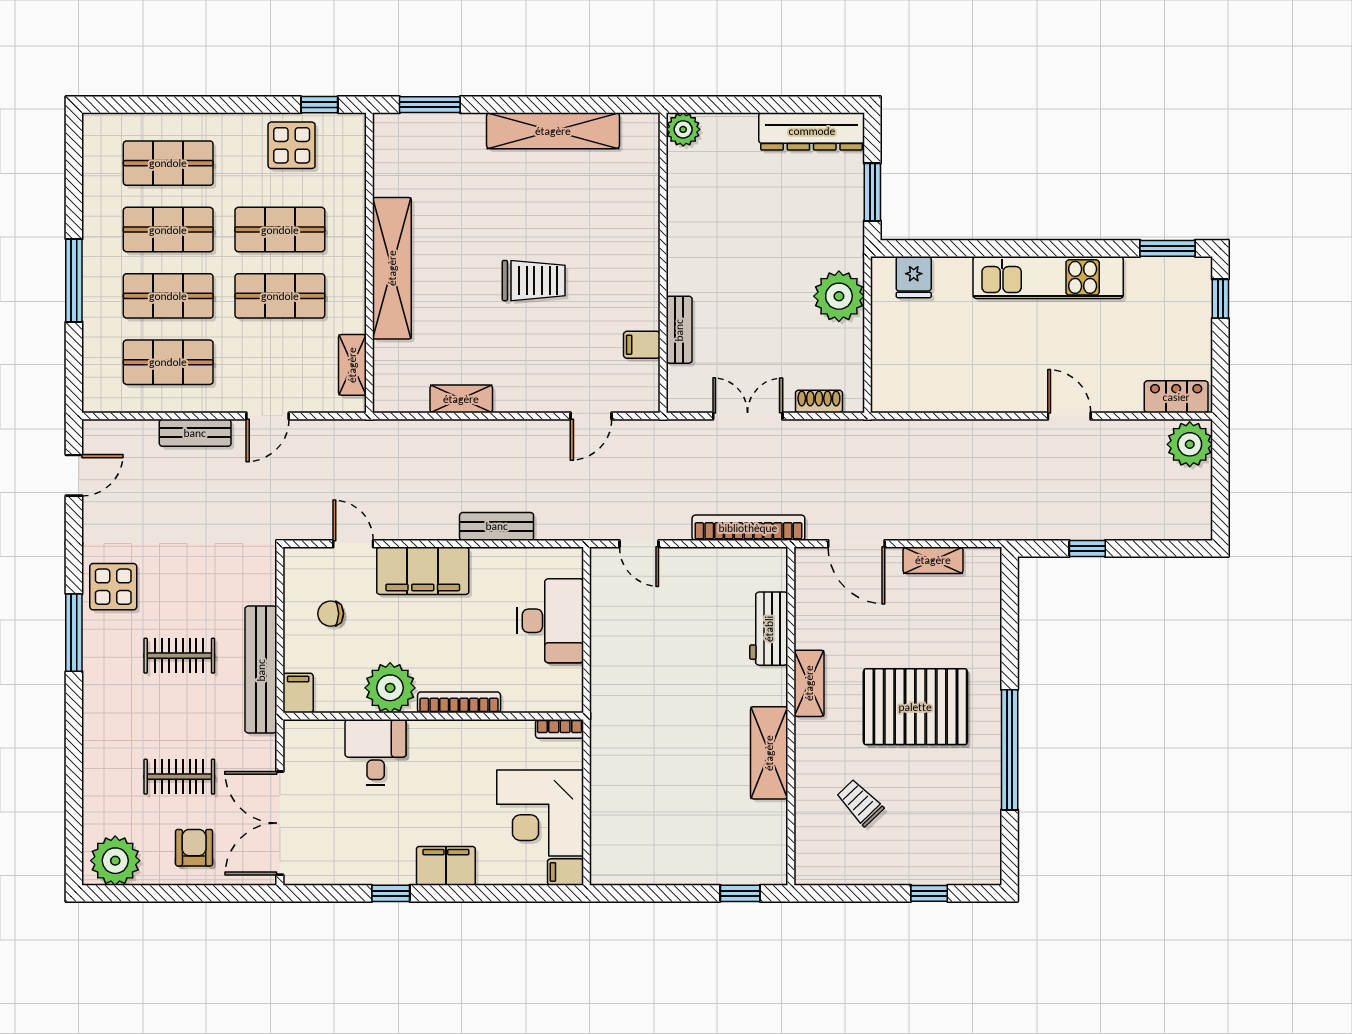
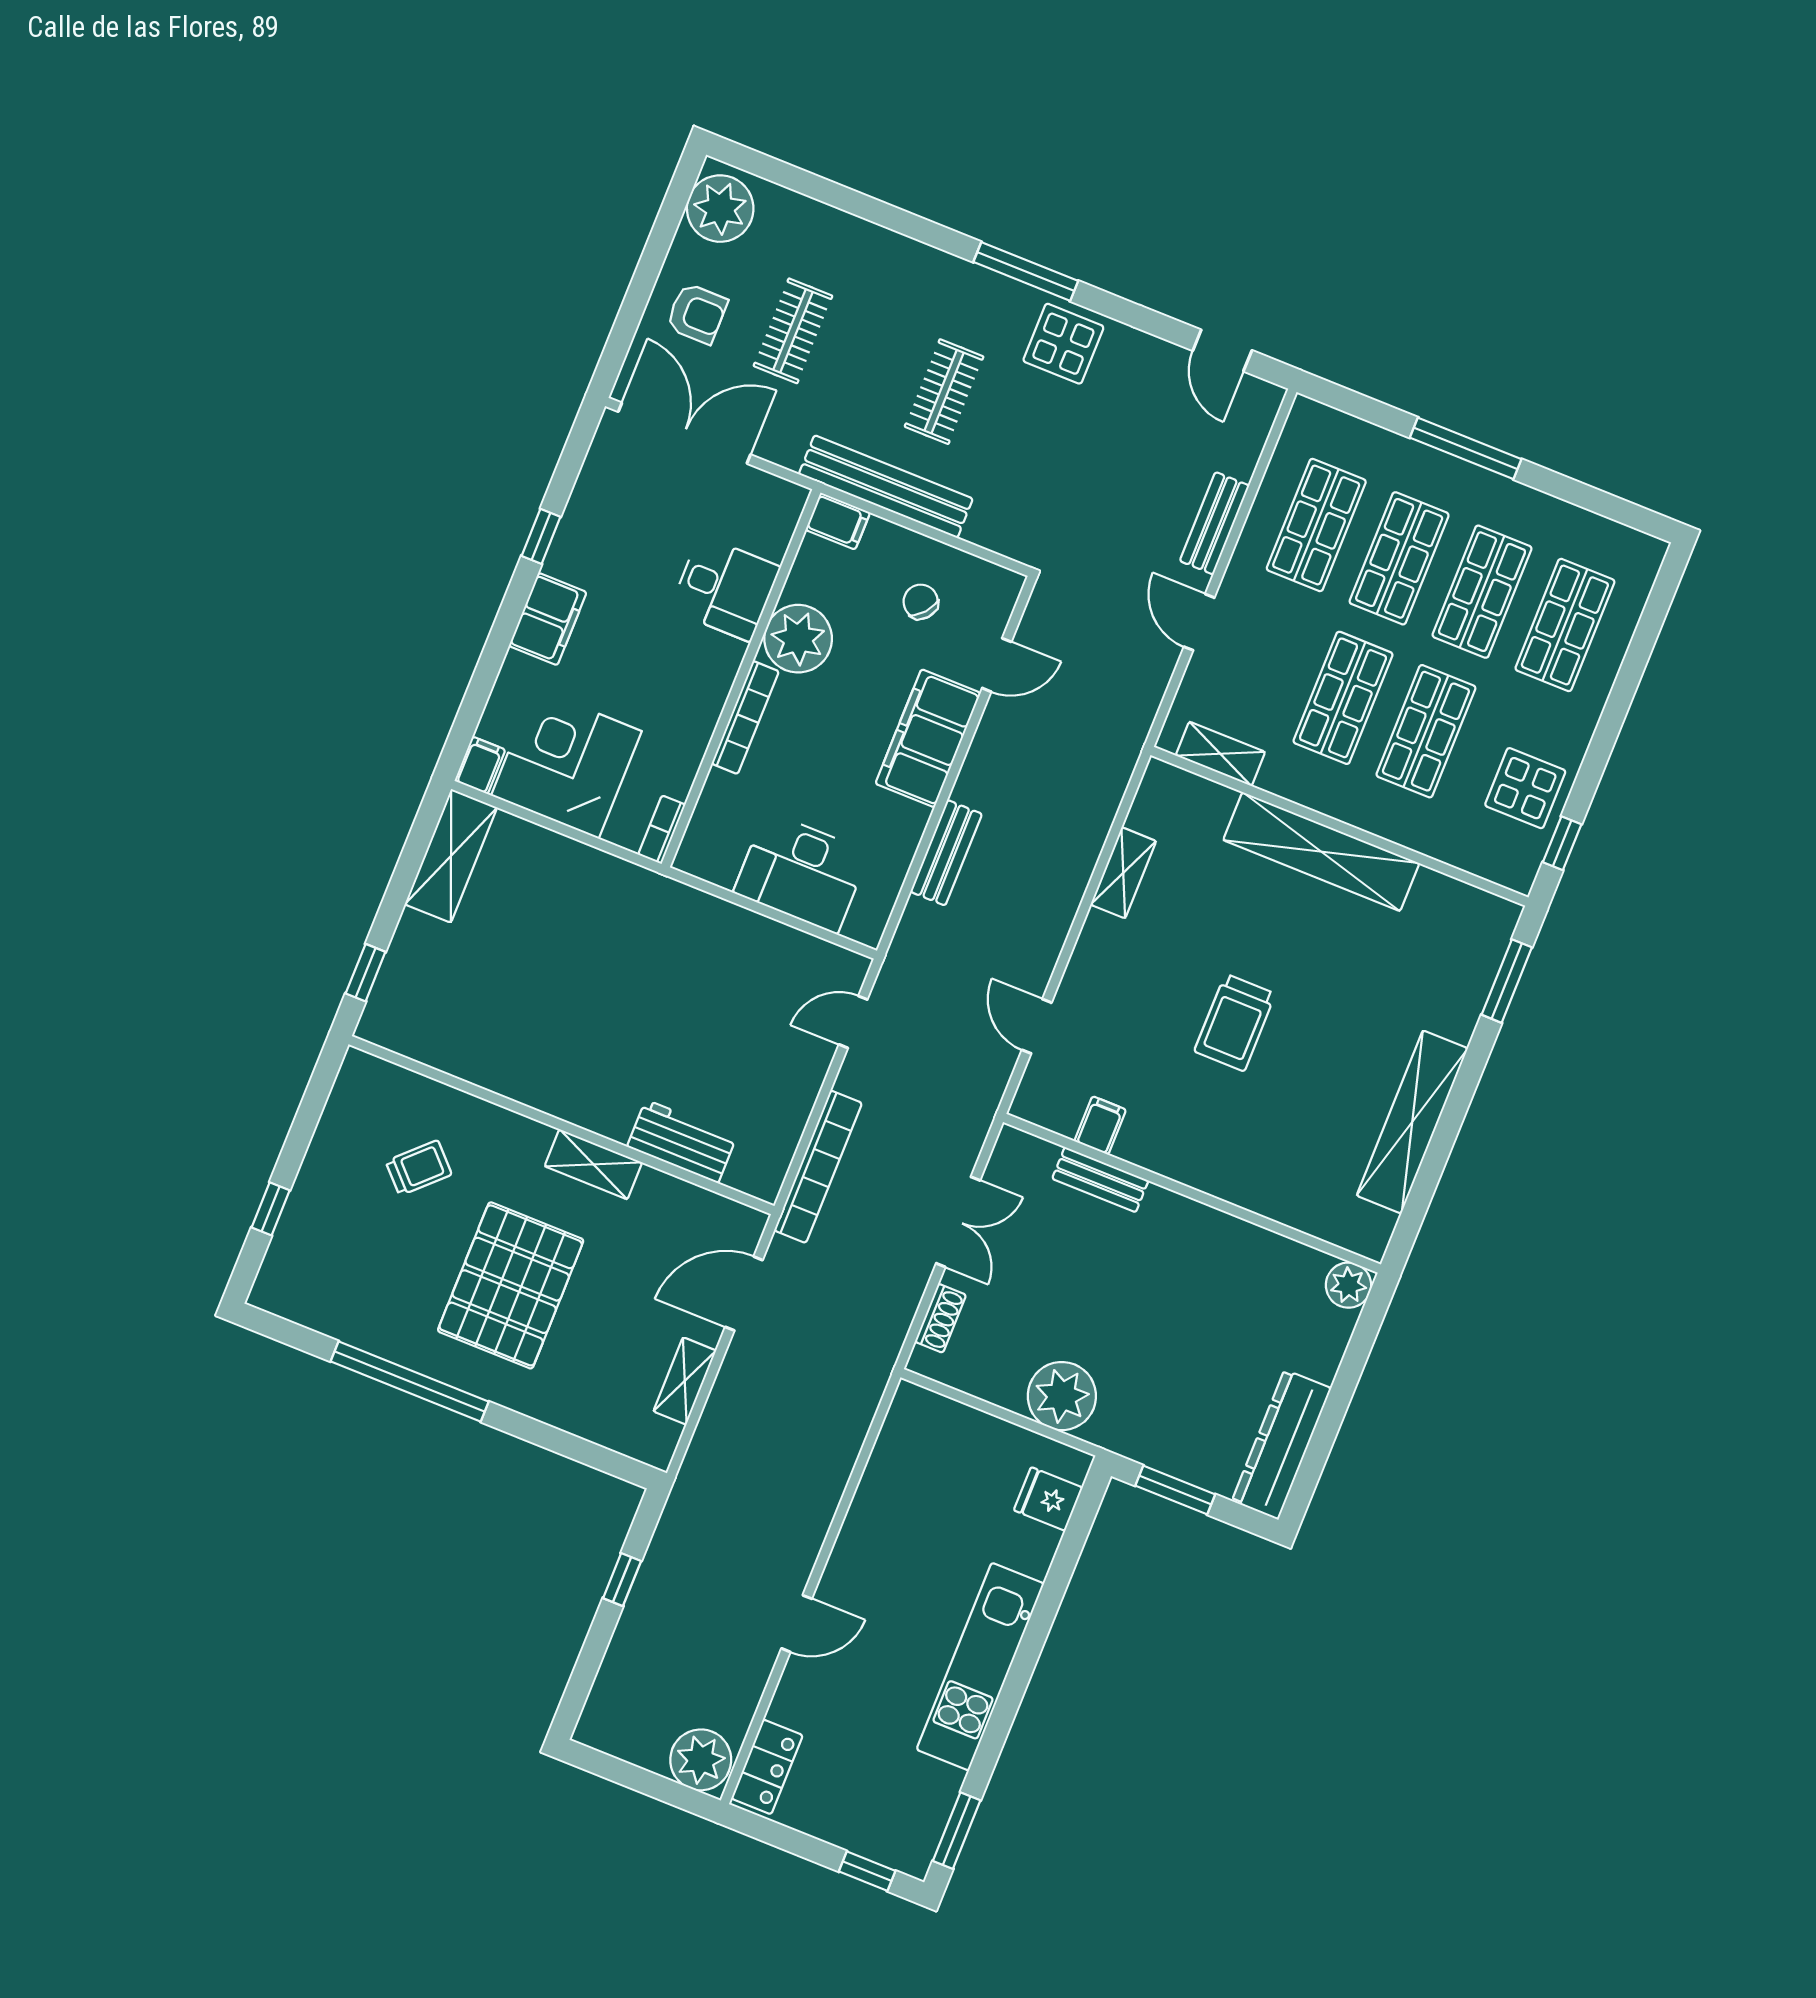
chair: (331, 614) -> (921, 602), turned -50
shelving: (769, 753) -> (451, 856), moved, turned 90

